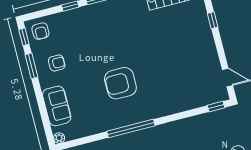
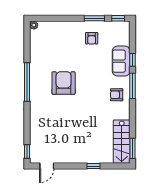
armchair: (40, 31) -> (117, 95), moved
sofa: (57, 106) -> (121, 61), moved, turned 90

